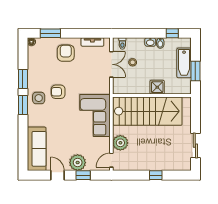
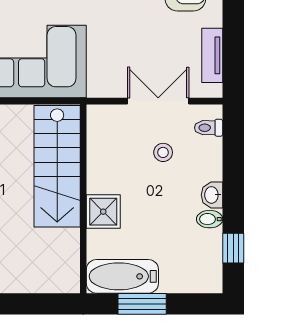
bathtub: (184, 63) -> (122, 276), moved
double door: (111, 64) -> (158, 101), swing flipped
stairs: (148, 111) -> (57, 166), width x0.73, depth x0.66

